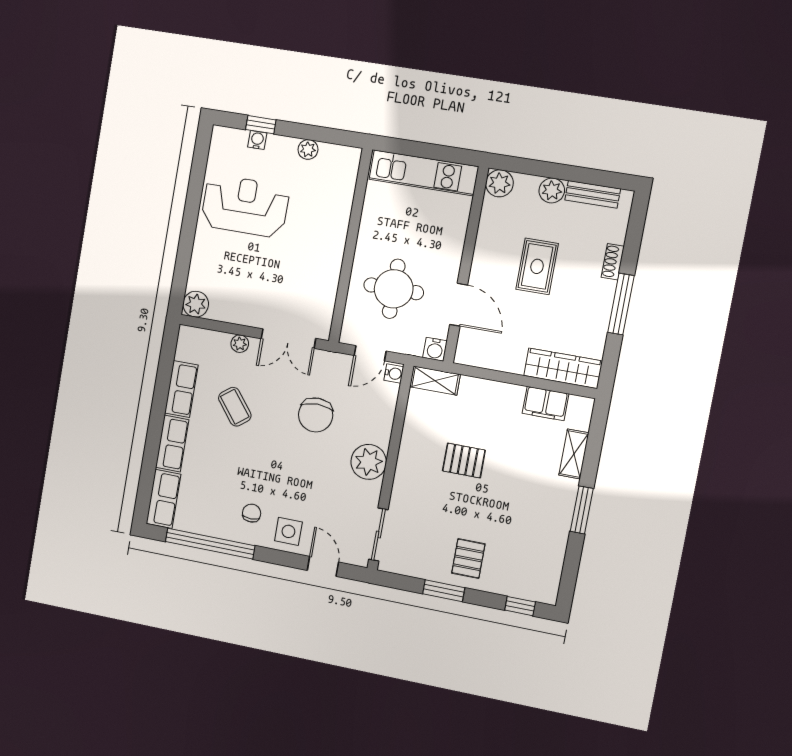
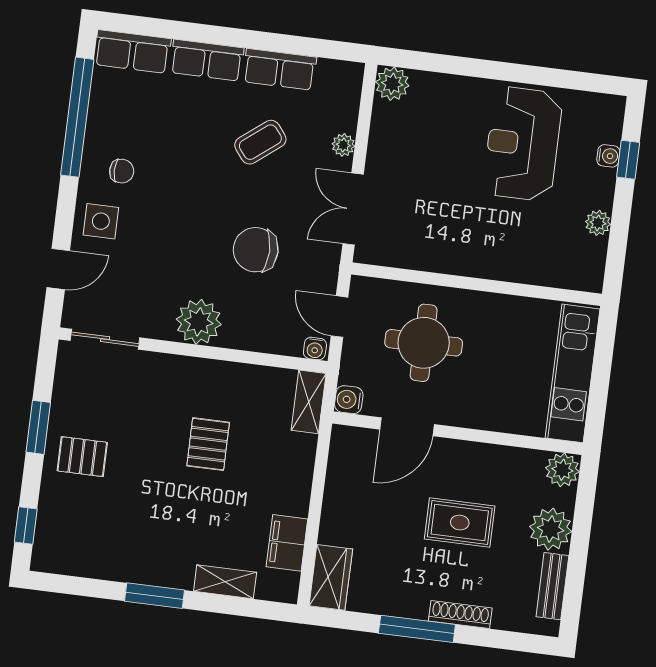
plant: (552, 190) -> (551, 529), width x1.36, depth x1.36
reception desk: (245, 206) -> (523, 144), turned 180
shoe rack: (613, 262) -> (460, 615), width x1.43
wardrobe: (563, 368) -> (331, 577), width x0.67

